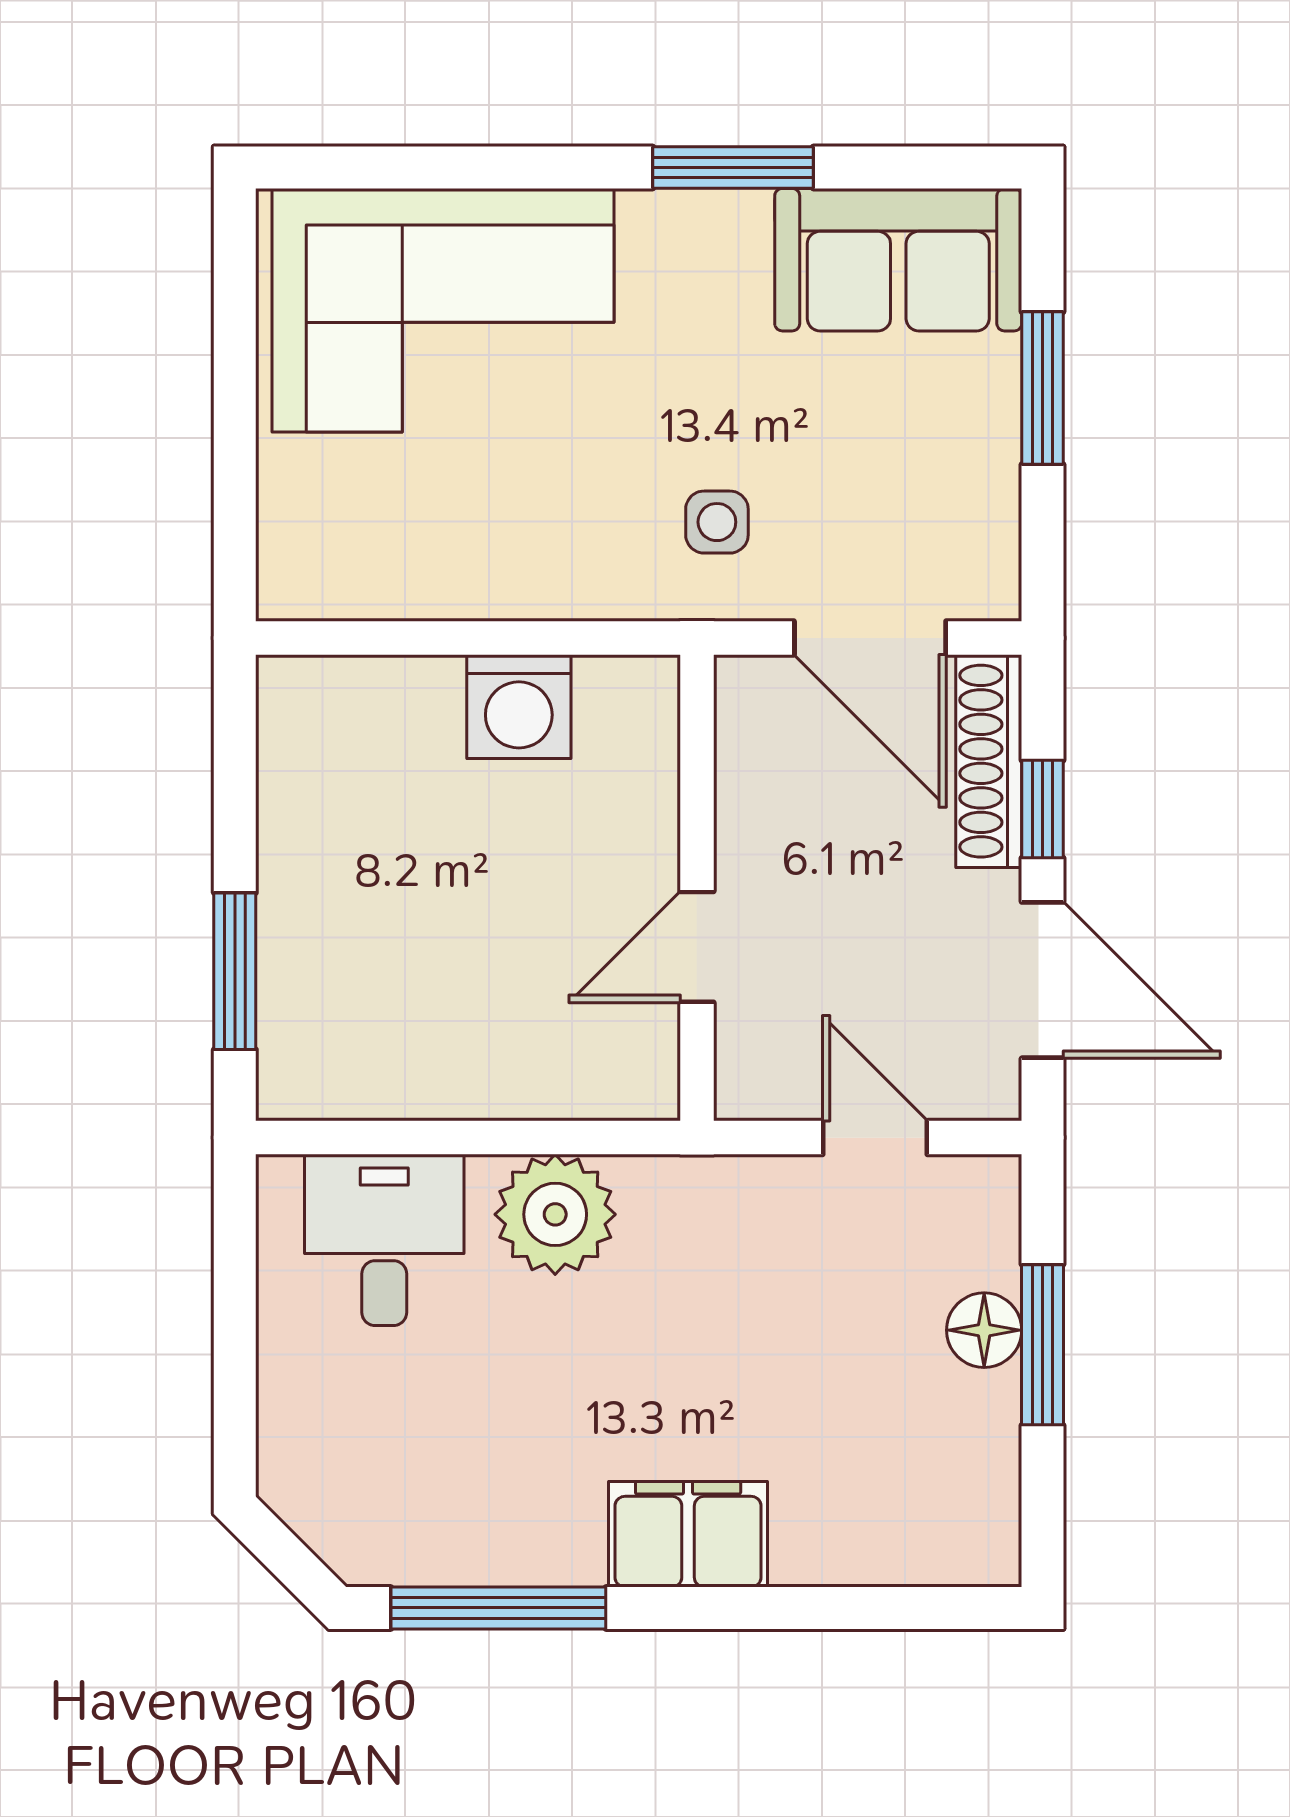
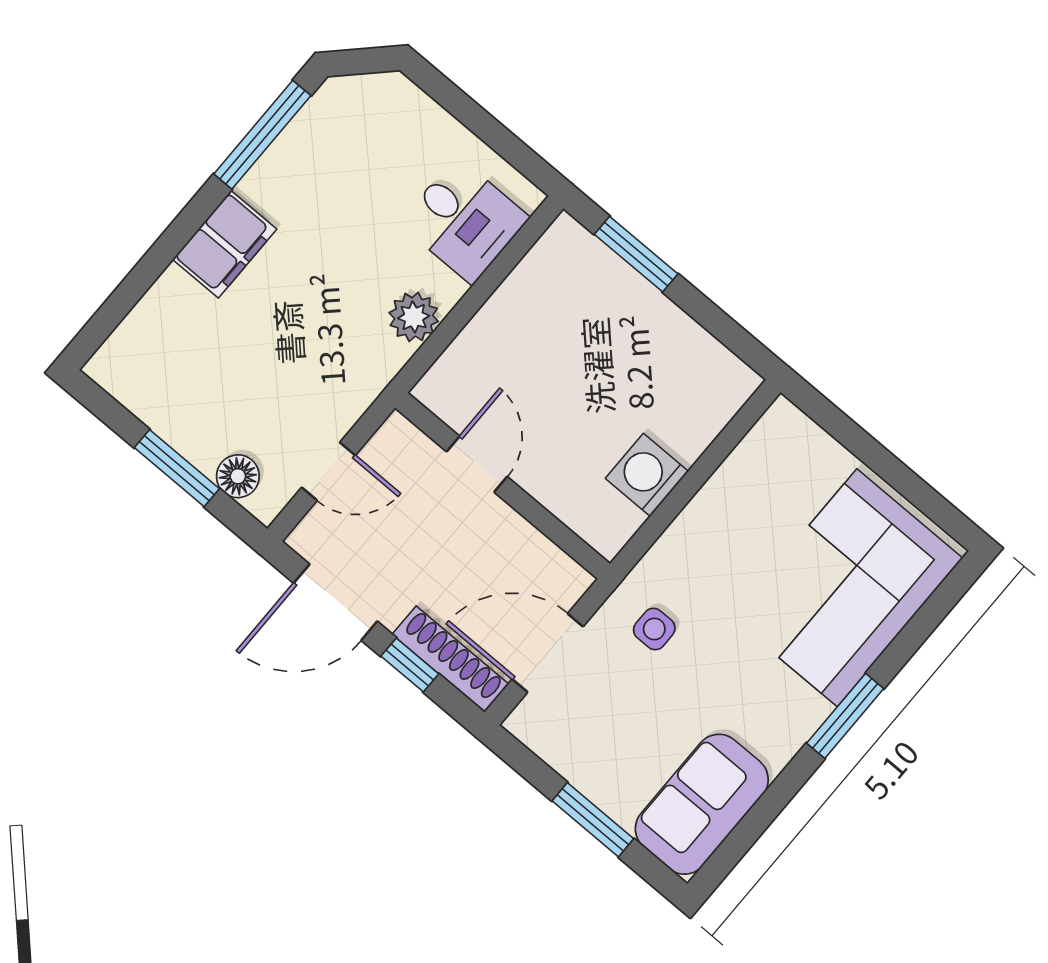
window: (733, 168) -> (845, 716), moved
plant: (555, 1214) -> (414, 317), width x0.73, depth x0.73
floor lamp: (984, 1330) -> (238, 476), moved

